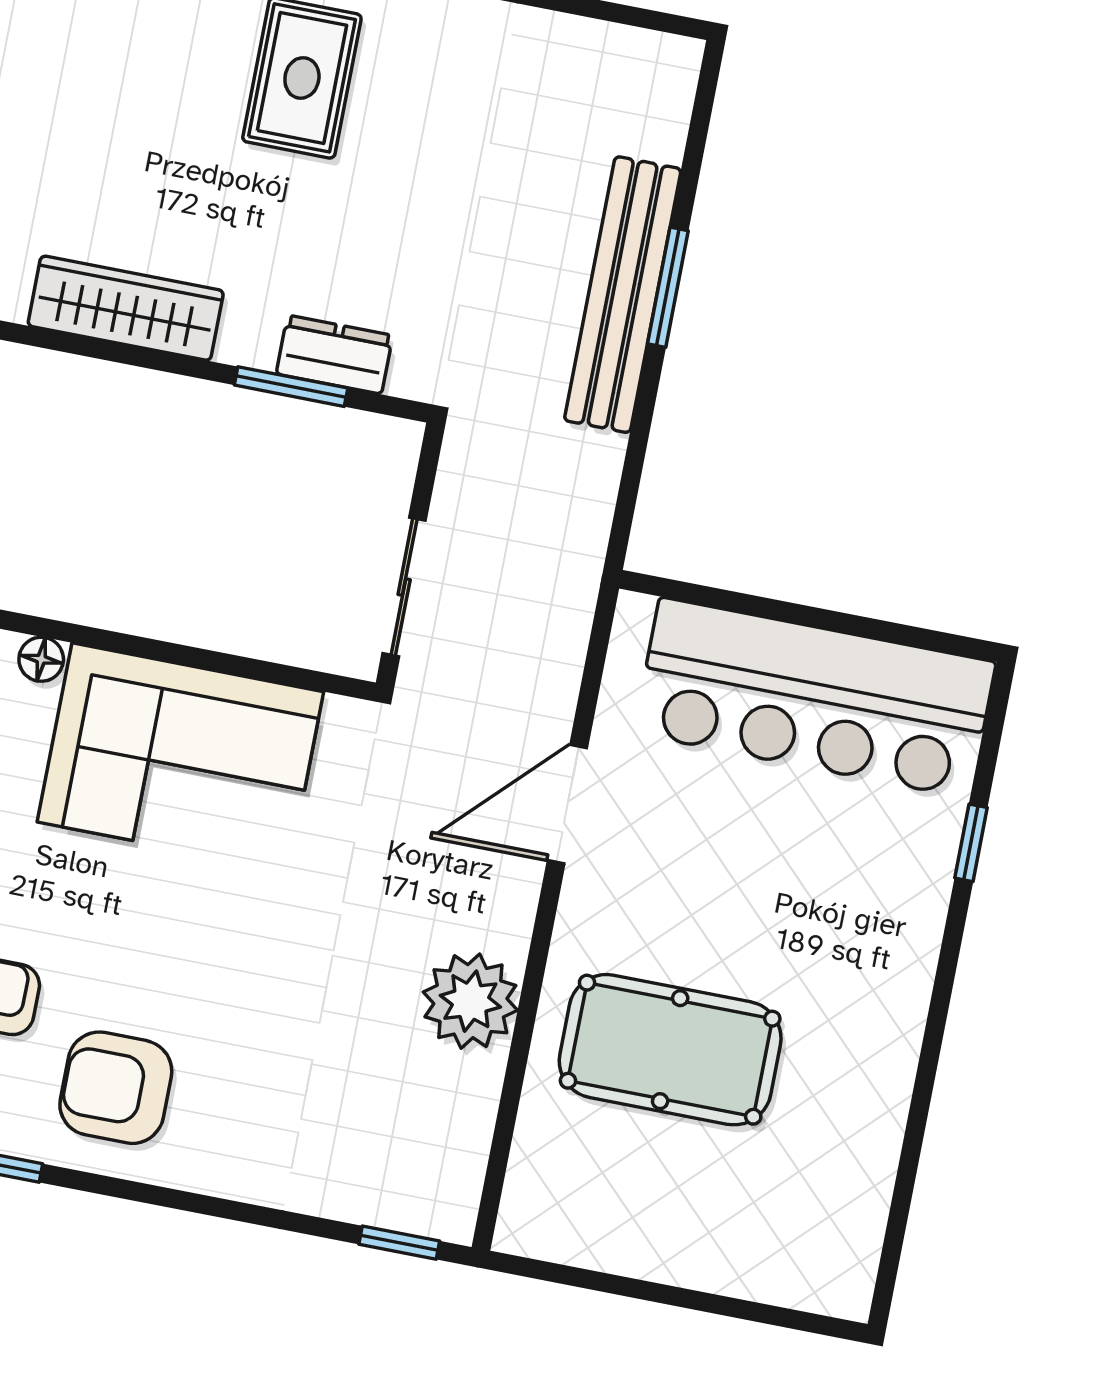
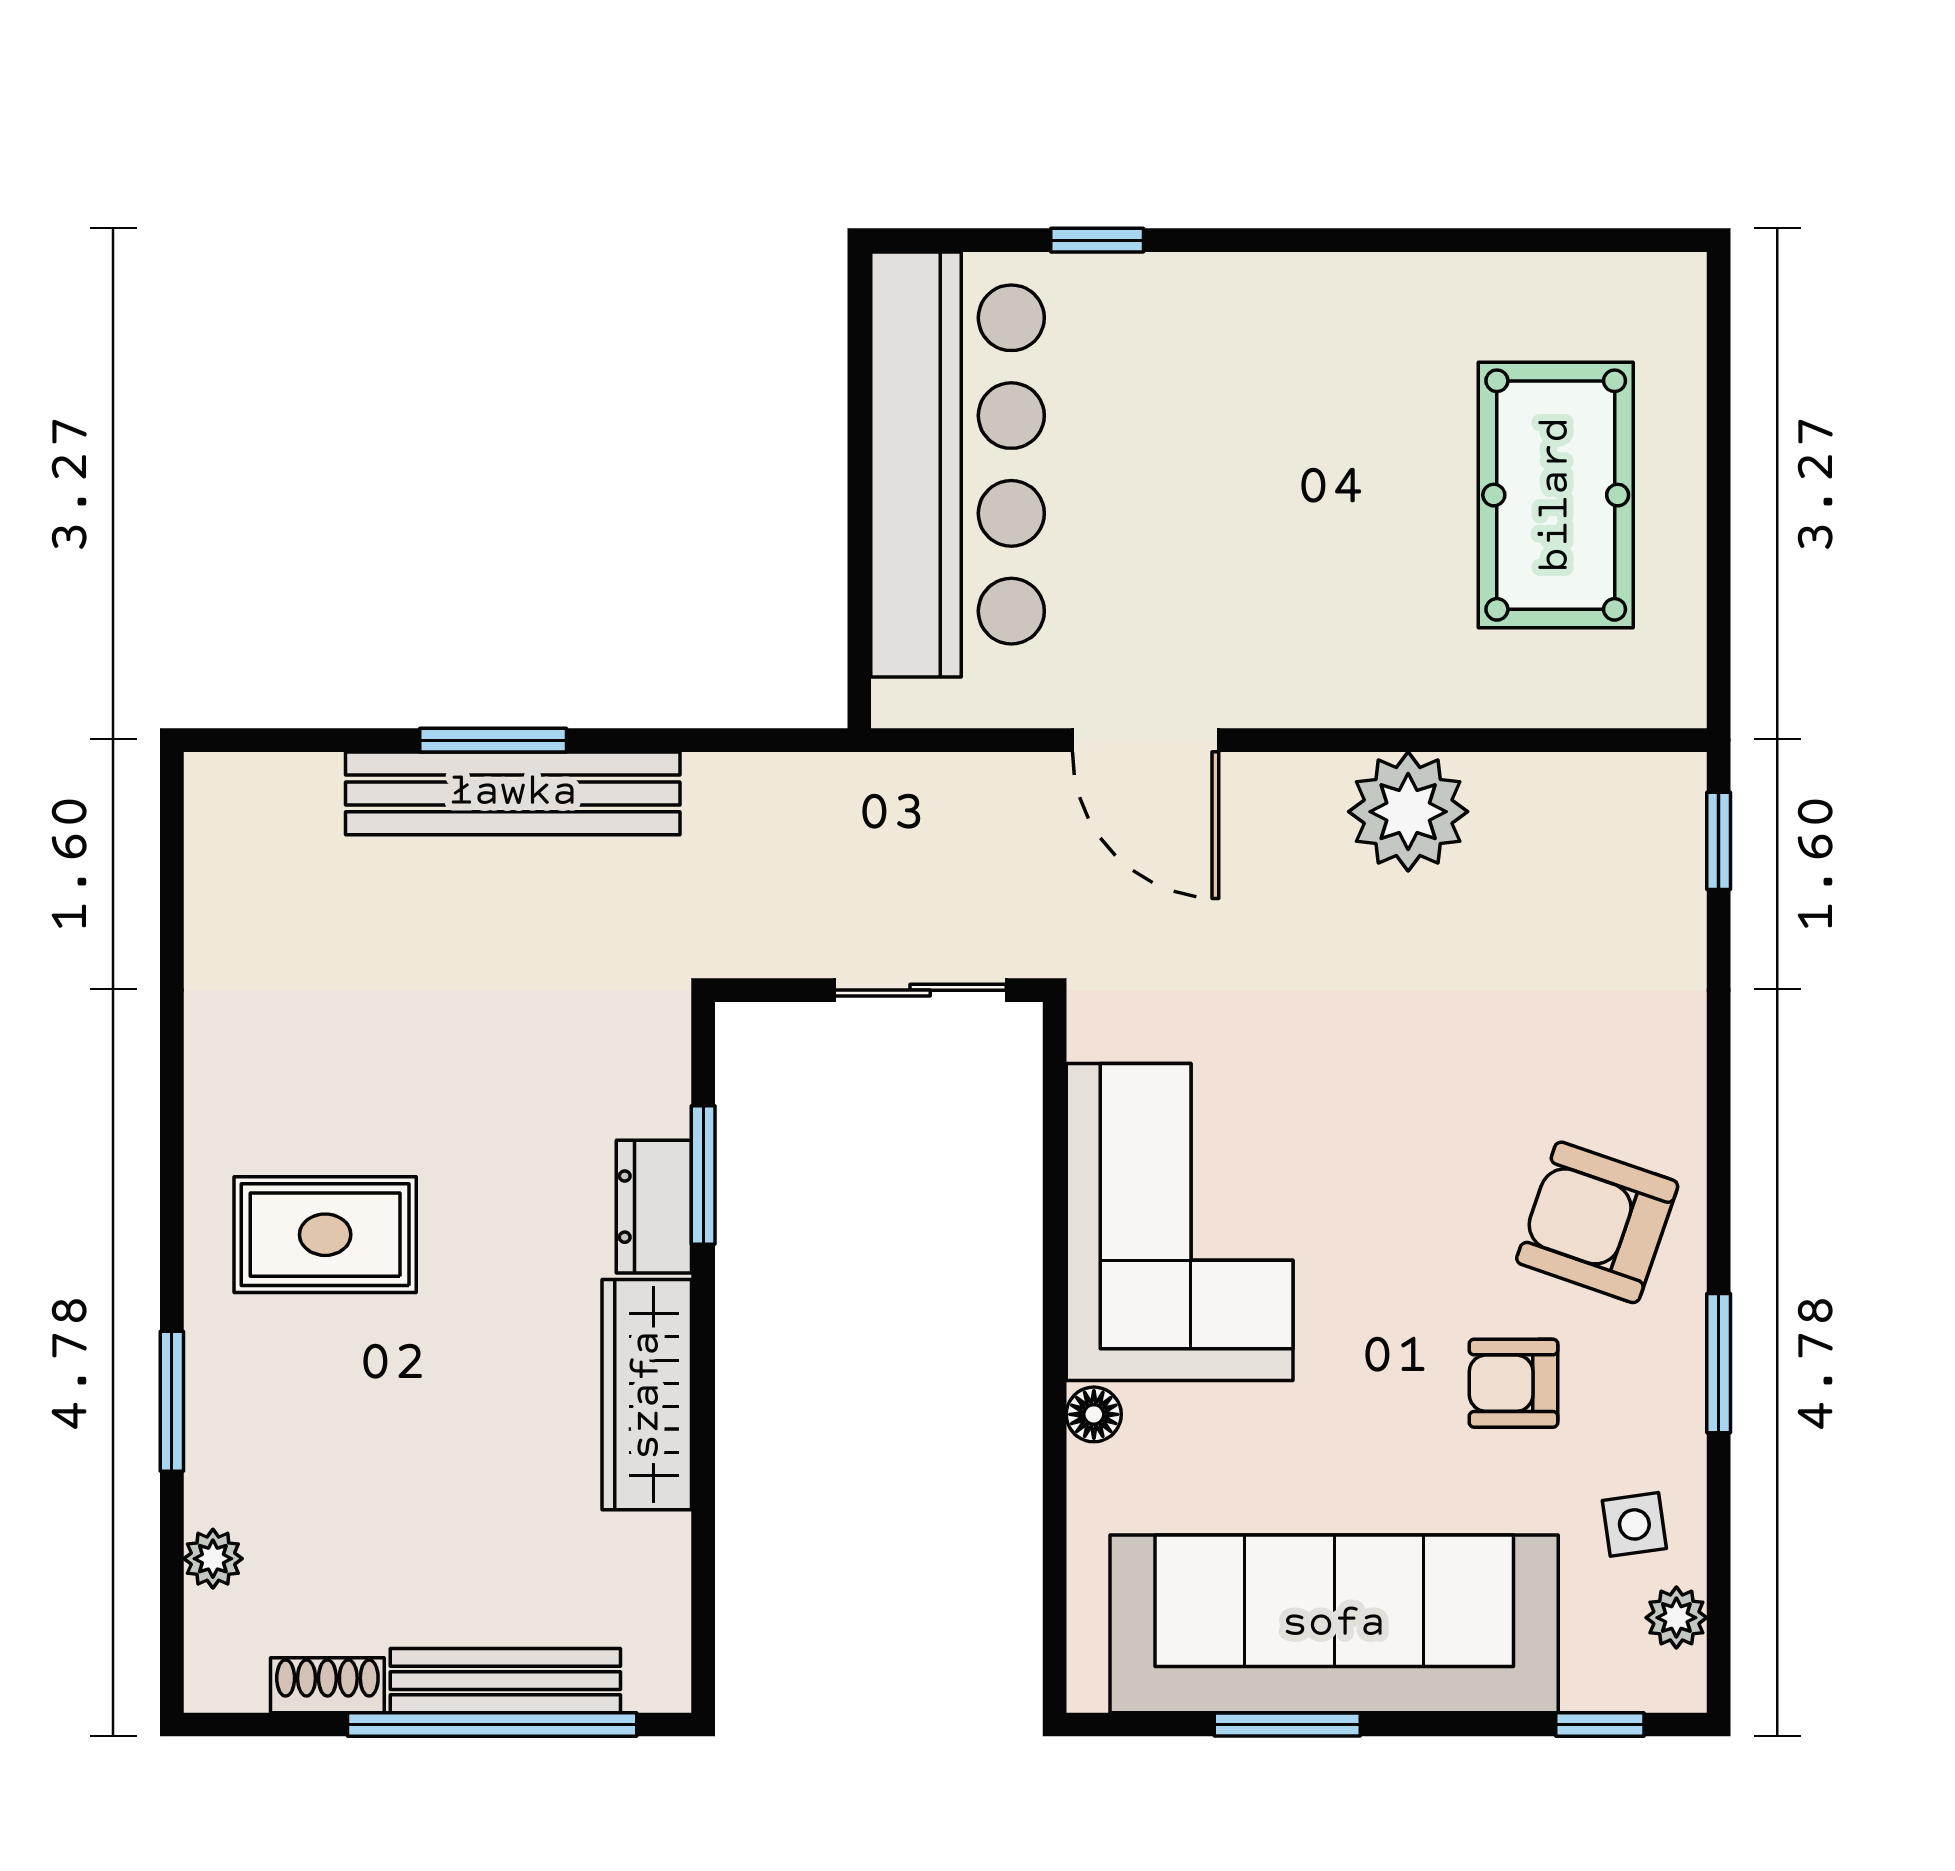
dresser: (335, 355) -> (654, 1207), moved
pool table: (670, 1050) -> (1556, 495), moved
armchair: (116, 1088) -> (1597, 1222), turned 109

